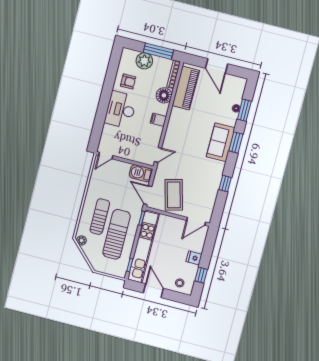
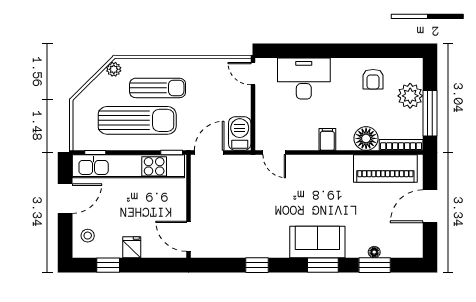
desk: (121, 110) -> (304, 79), moved
coffee table: (174, 195) -> (220, 192), removed

